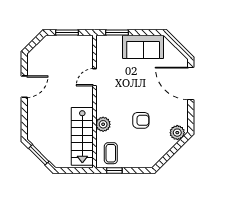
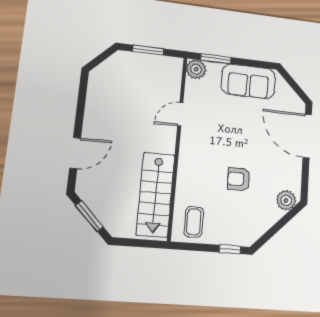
door: (24, 87) -> (75, 153), moved
armchair: (141, 120) -> (239, 179), turned 180
plant: (103, 124) -> (196, 69), moved
window: (114, 170) -> (230, 249), moved

